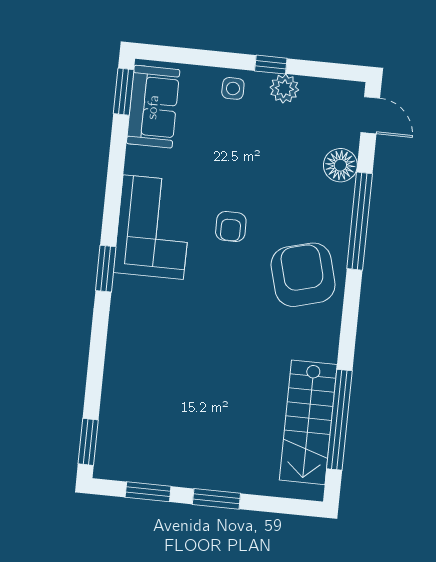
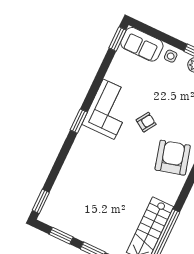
sofa: (153, 107) -> (142, 44), moved, turned 90
armchair: (231, 226) -> (146, 122), turned -147

